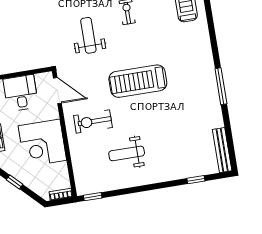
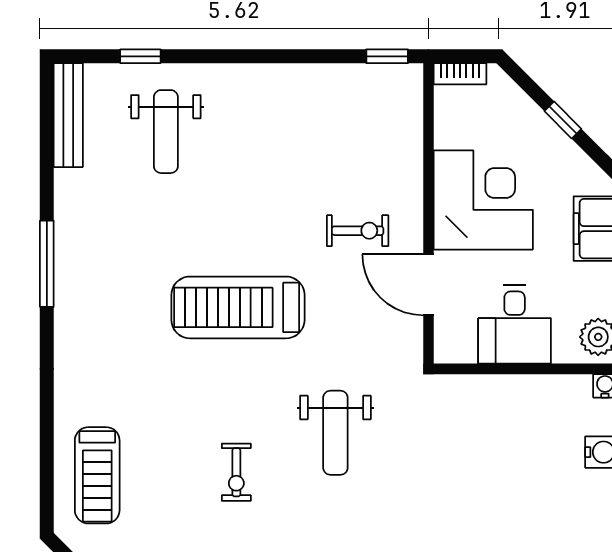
treadmill: (138, 81) -> (238, 307), turned 180
door: (57, 91) -> (428, 285), moved
exercise bike: (93, 121) -> (358, 231), width x0.73, depth x0.72
weight bench: (127, 153) -> (166, 132), moved, turned 90

